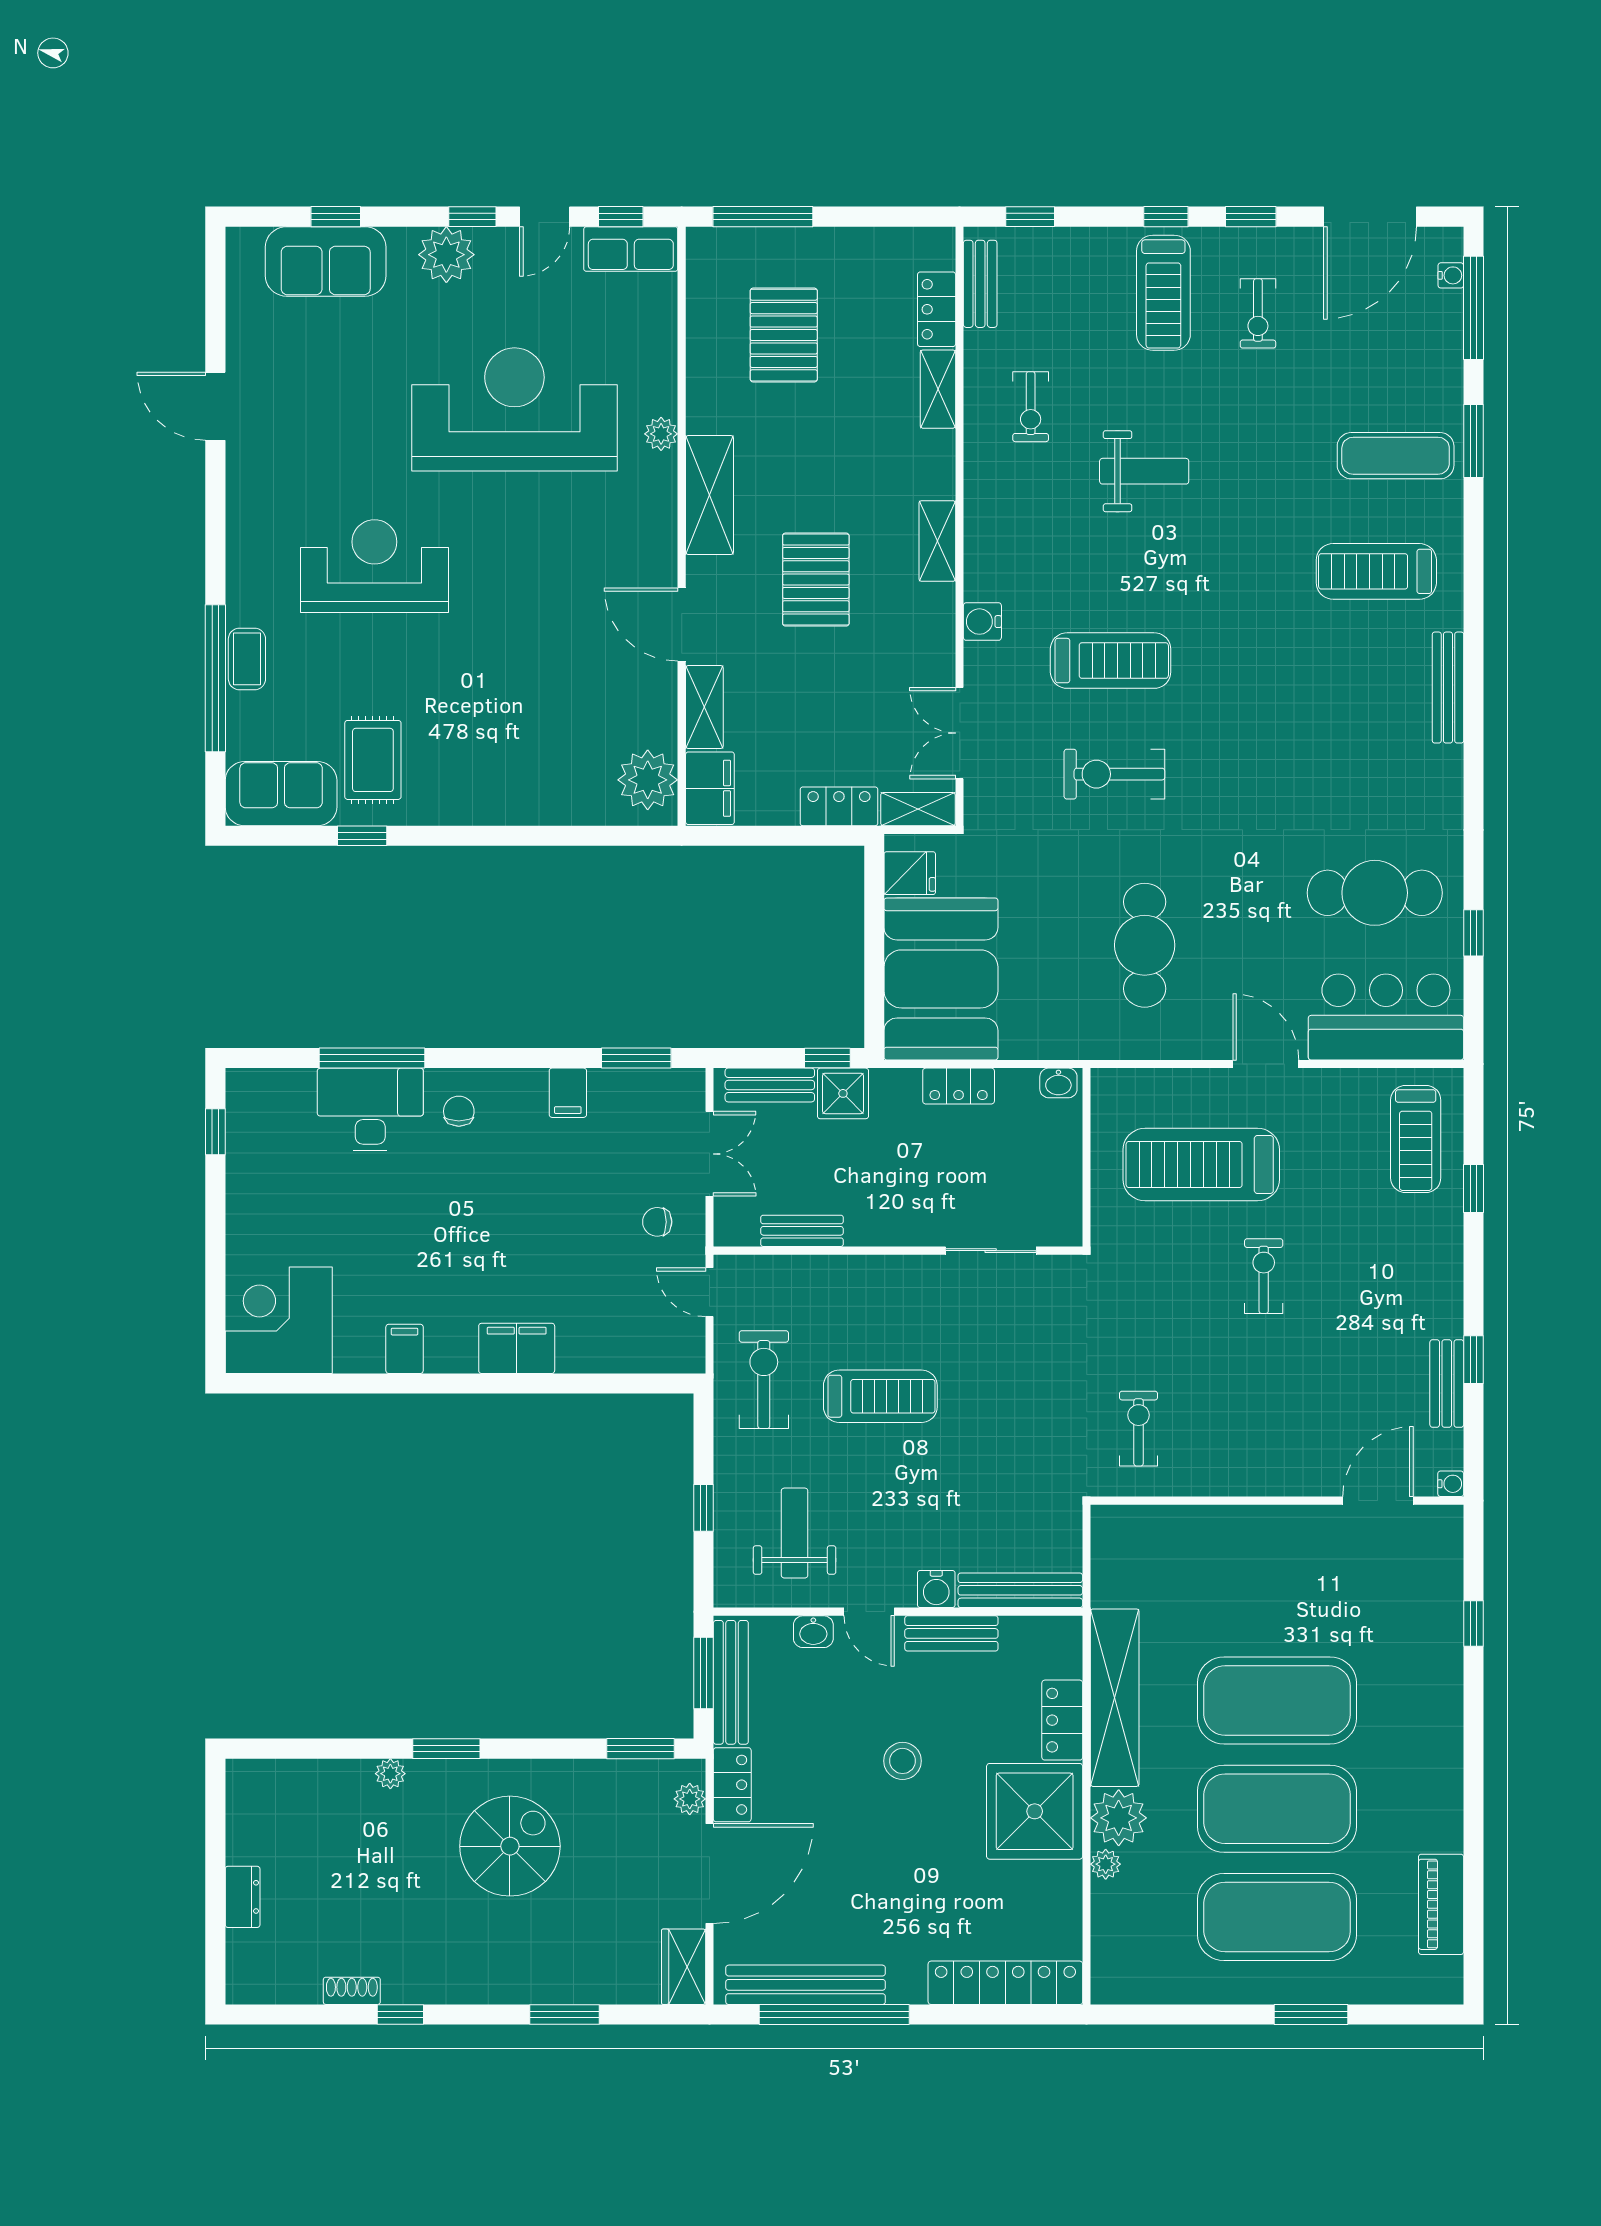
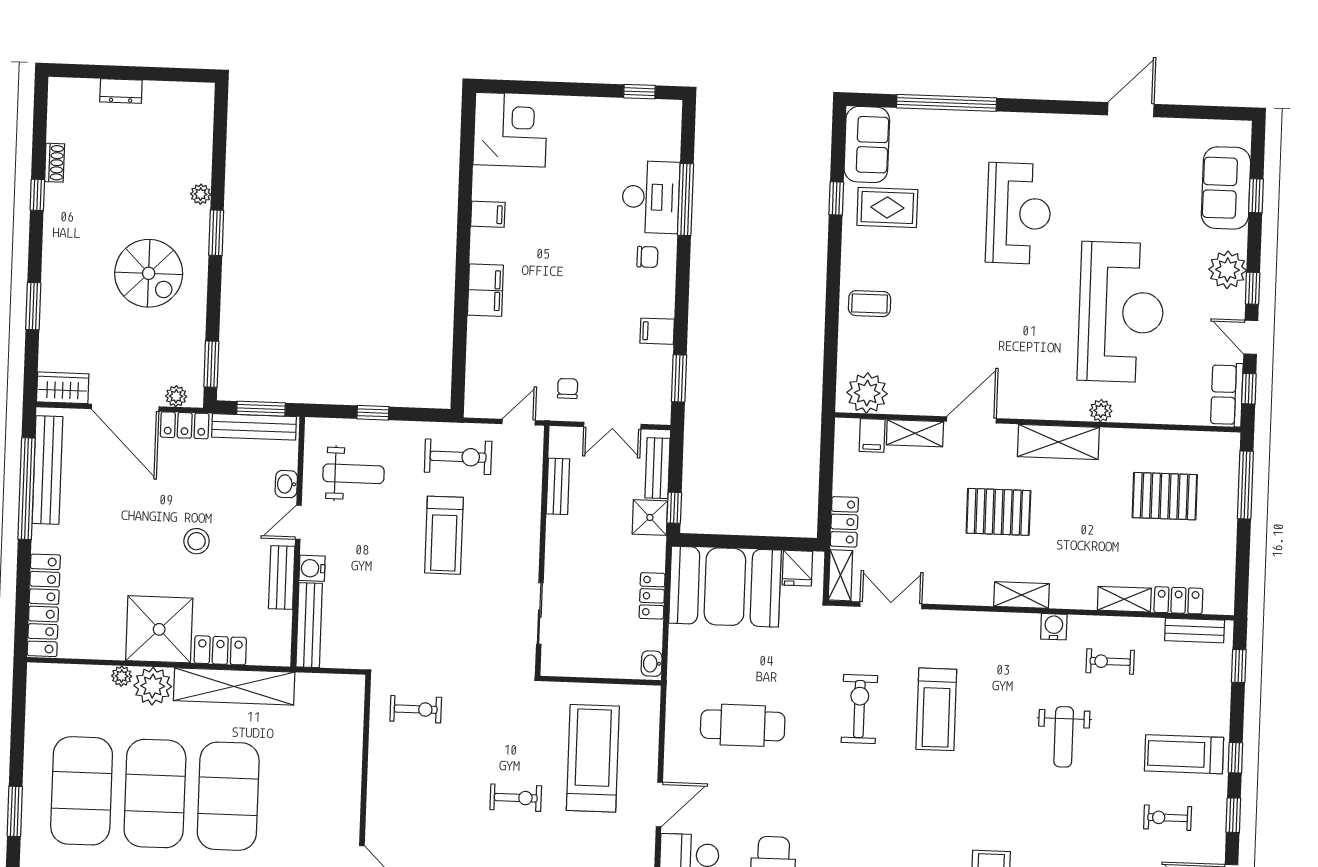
water cooler: (982, 622) -> (1054, 627), moved
coffee table: (247, 659) -> (870, 304), moved
filing cabinet: (710, 788) -> (872, 435), width x0.50

